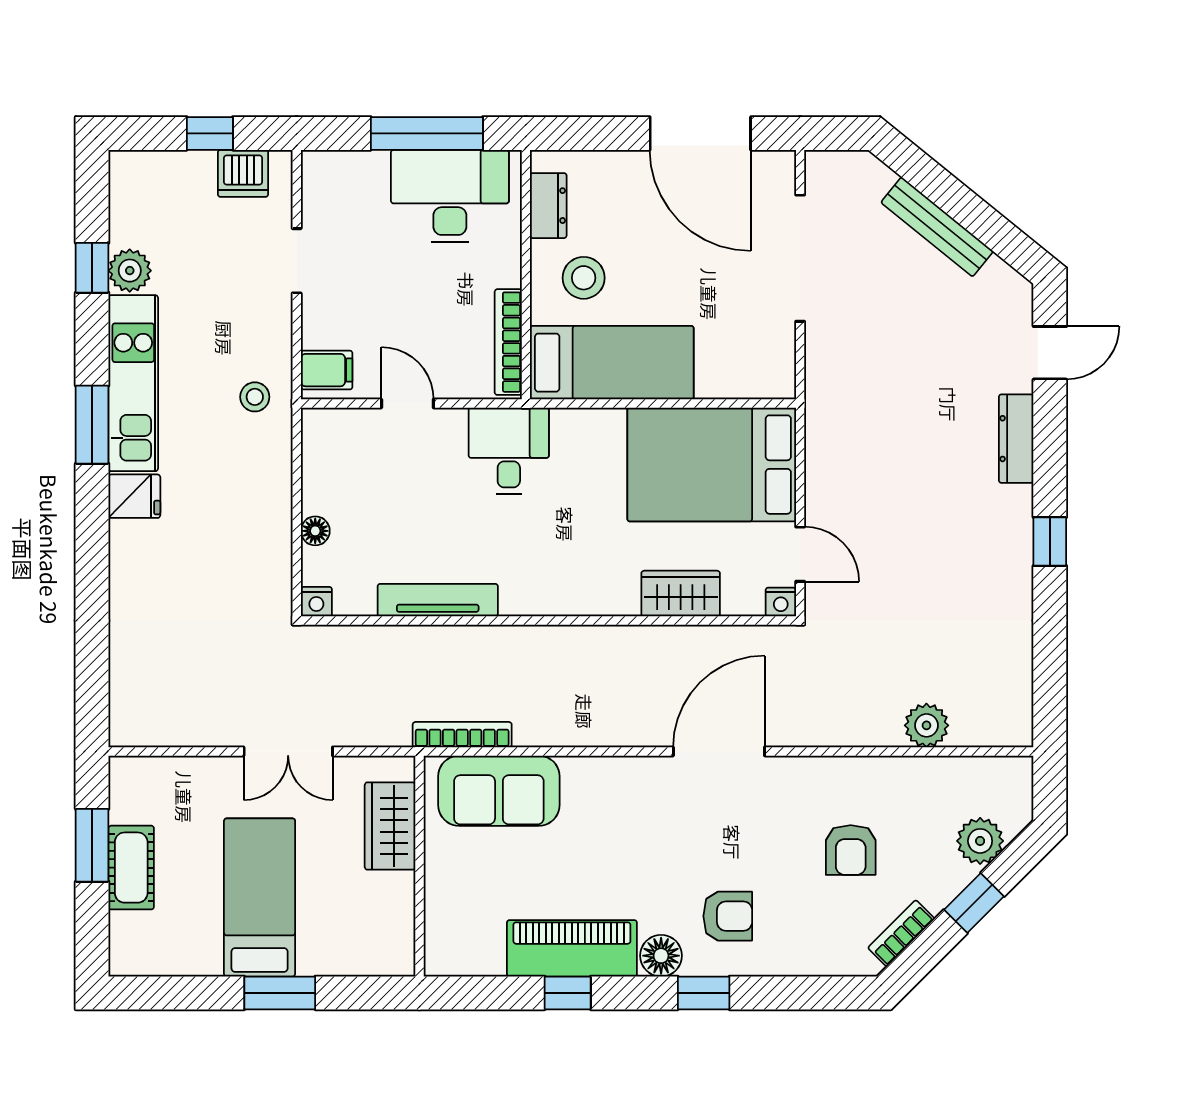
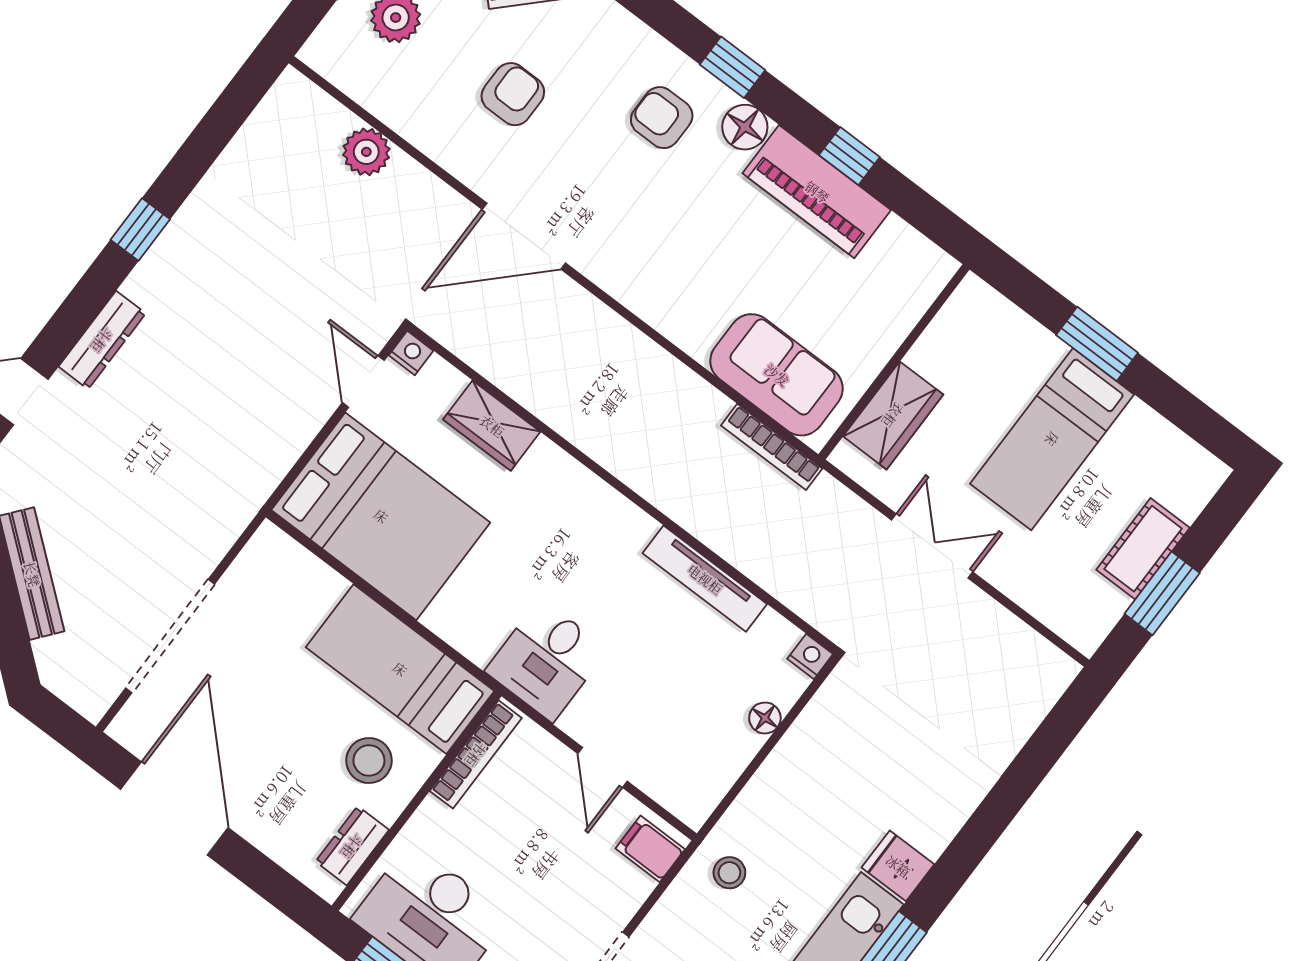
door: (719, 751) -> (524, 236), moved

